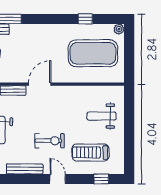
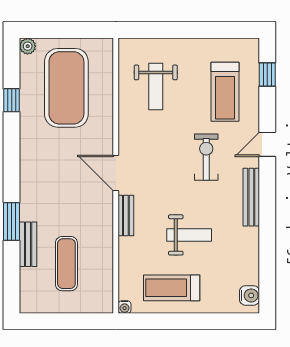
weight bench: (101, 116) -> (156, 86), moved

